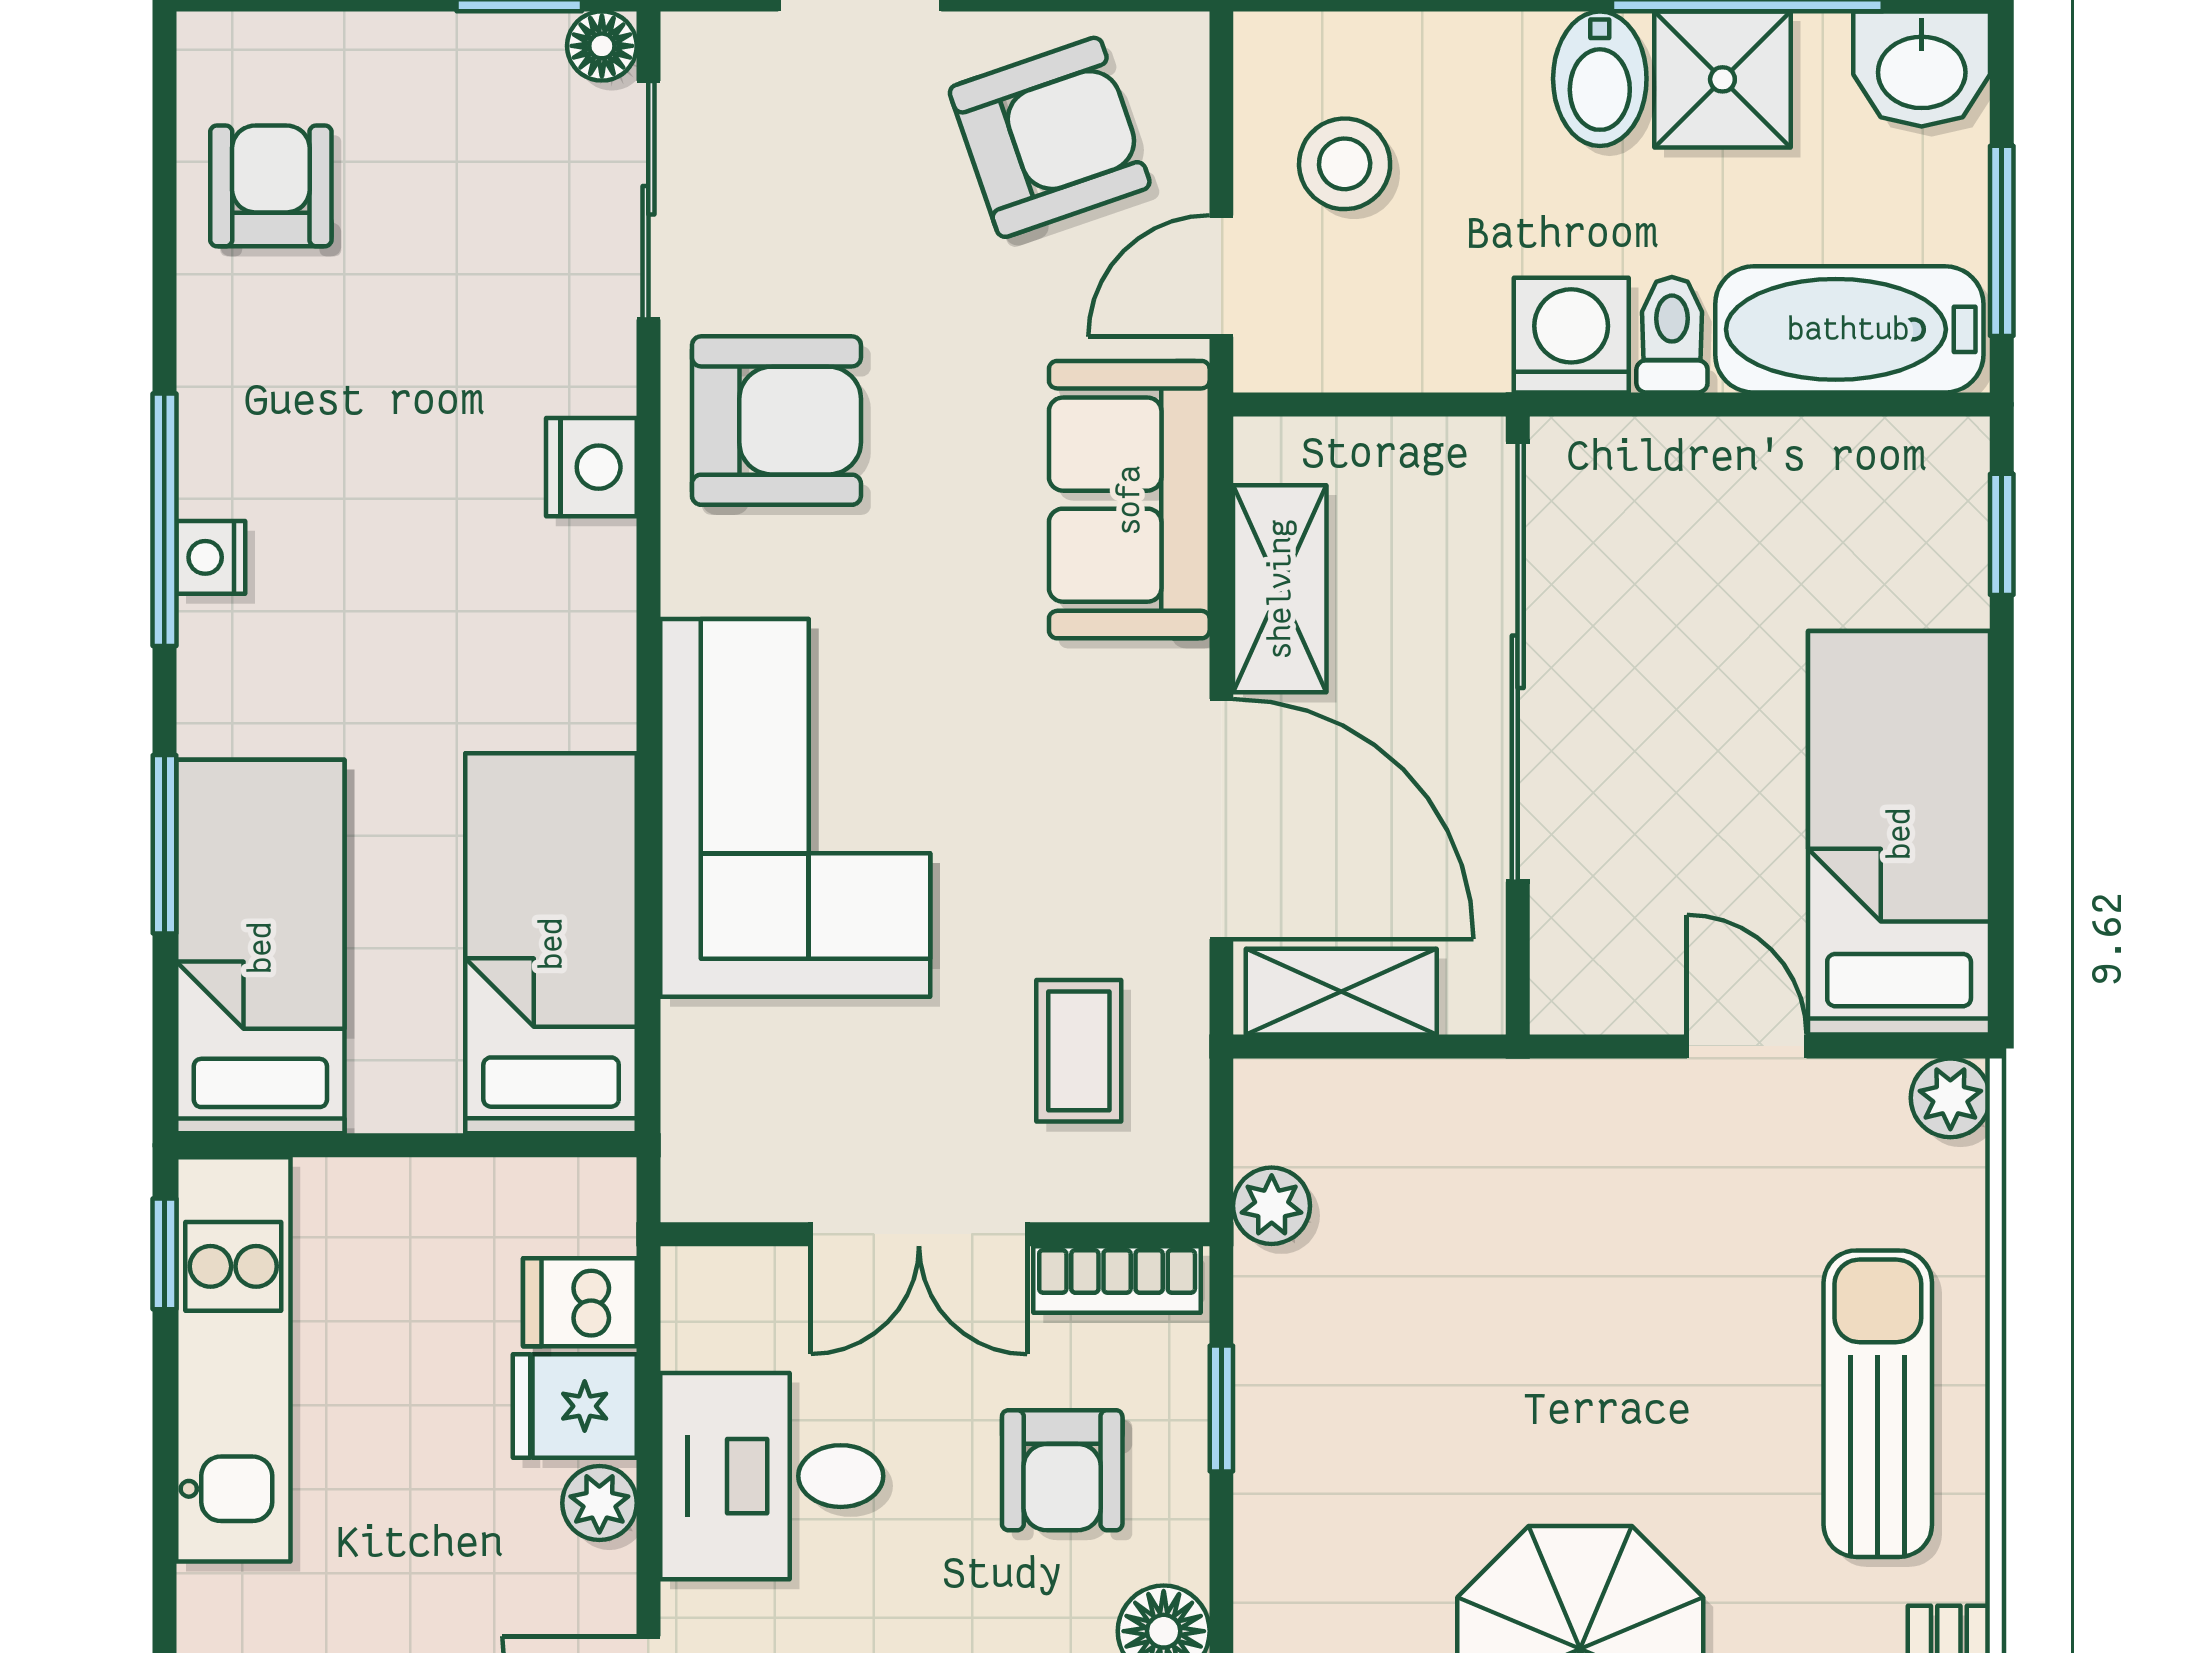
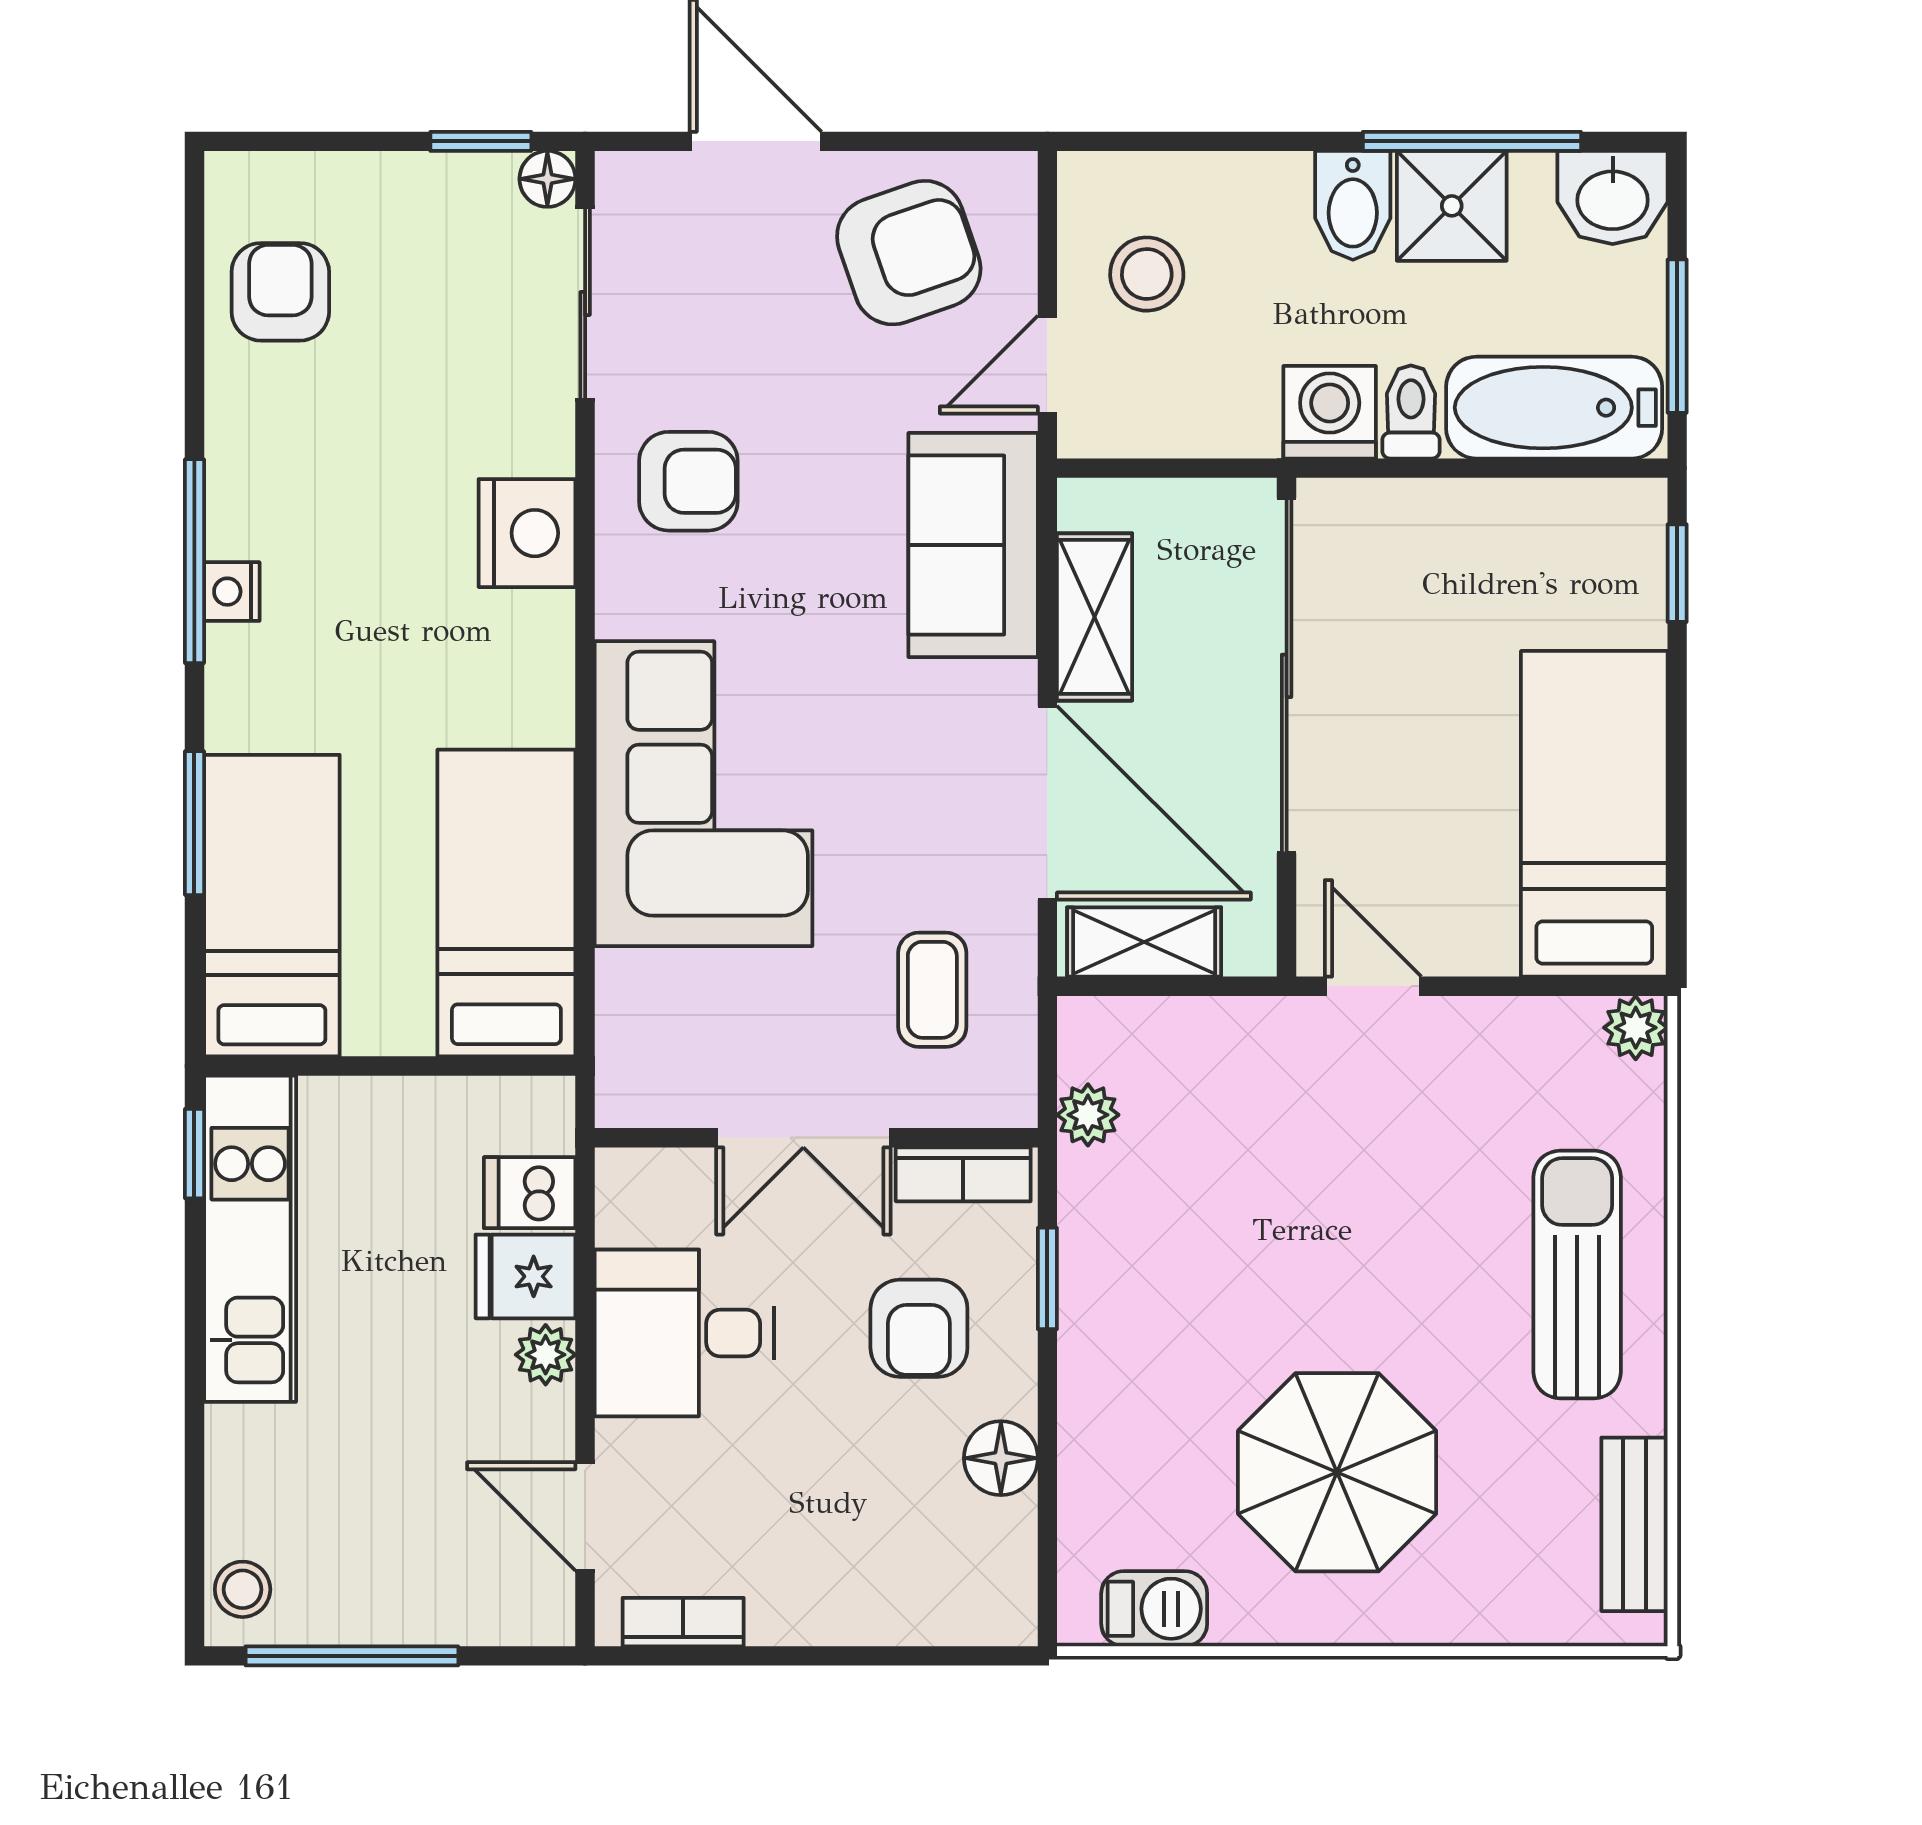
armchair: (776, 421) -> (688, 481), width x0.72, depth x0.72
nightstand: (591, 467) -> (527, 533), width x1.36, depth x1.33
door: (1747, 1046) -> (1373, 986), moved

